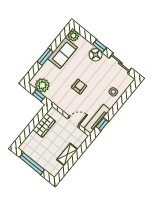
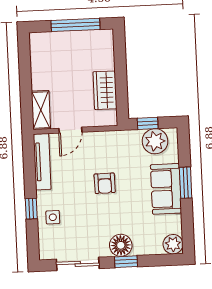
sofa: (63, 53) -> (166, 189), moved
window: (102, 124) -> (31, 209), moved
shelving: (67, 155) -> (41, 110), moved

